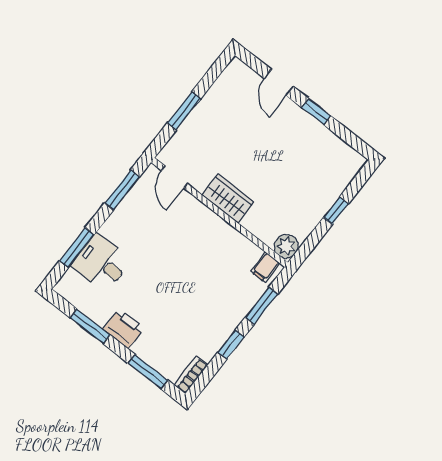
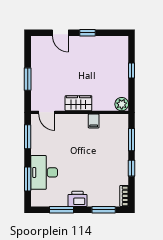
desk: (101, 263) -> (44, 172), width x1.37
filing cabinet: (265, 267) -> (94, 121), moved

